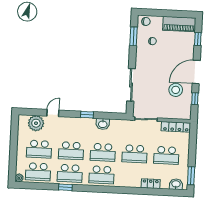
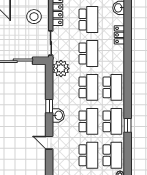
stool: (176, 90) -> (34, 17), moved
plant: (36, 123) -> (61, 68), moved
washbasin: (103, 124) -> (58, 115), moved

